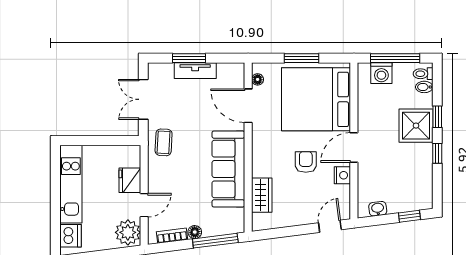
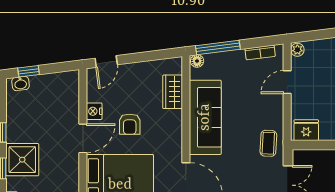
fridge: (130, 180) -> (306, 130), moved, turned -90
washbasin: (378, 209) -> (21, 83), moved
plant: (128, 232) -> (297, 50), width x0.53, depth x0.53
floor lamp: (195, 232) -> (197, 61), moved

